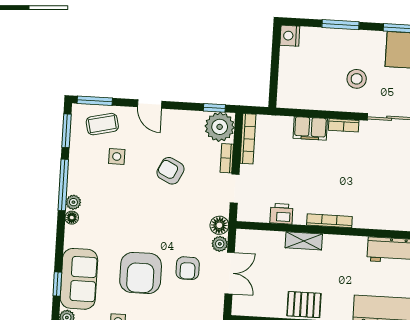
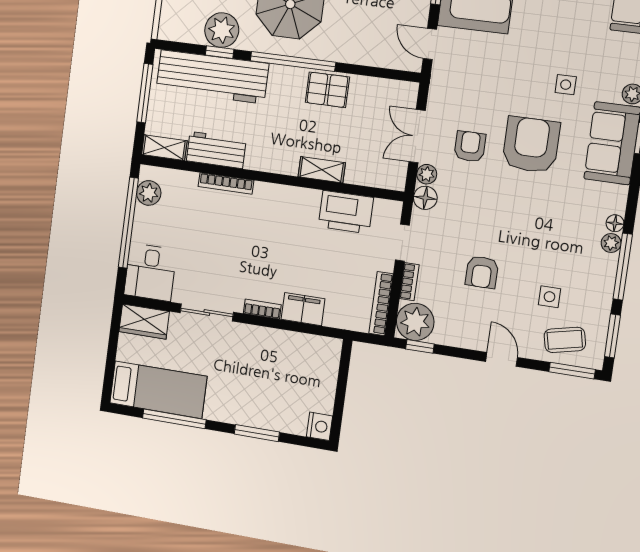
stool: (357, 79) -> (242, 365), removed
armchair: (170, 171) -> (482, 272), turned 64
printer: (281, 214) -> (346, 212), width x1.87, depth x1.48
bookcase: (329, 221) -> (226, 183), moved

